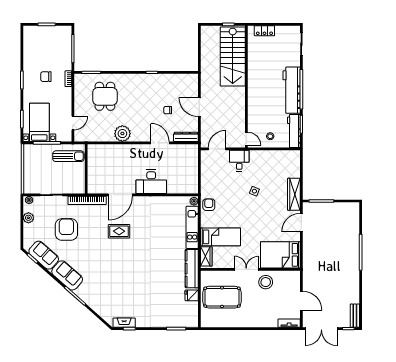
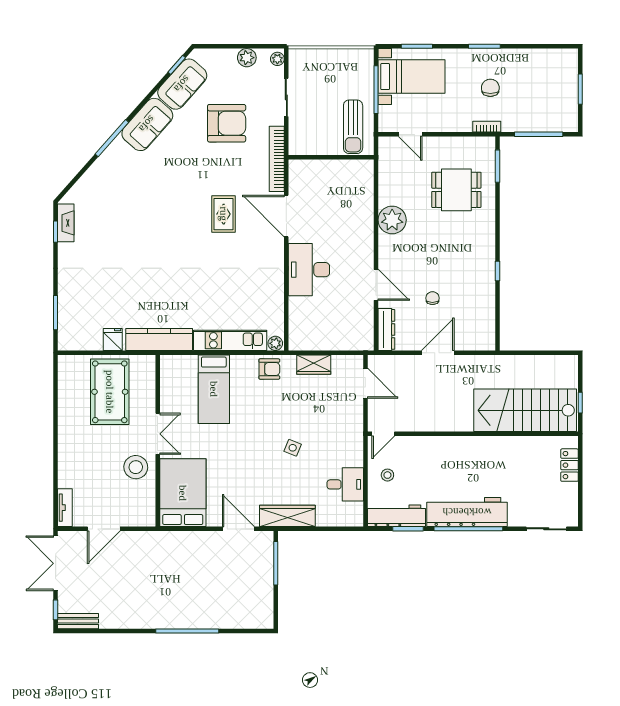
door: (160, 143) -> (376, 285), hinge flipped
desk: (239, 161) -> (345, 484), moved
wardrobe: (206, 256) -> (314, 365), moved

